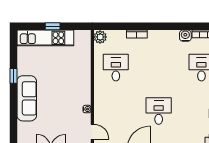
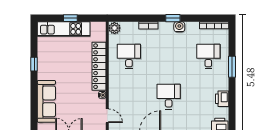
window: (163, 26) -> (173, 18), added
water cooler: (185, 36) -> (179, 27), moved
locker: (83, 78) -> (99, 66), added
sofa: (27, 98) -> (46, 101), moved

